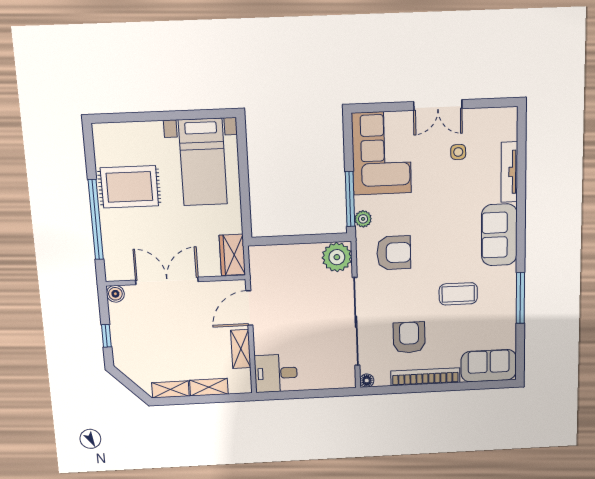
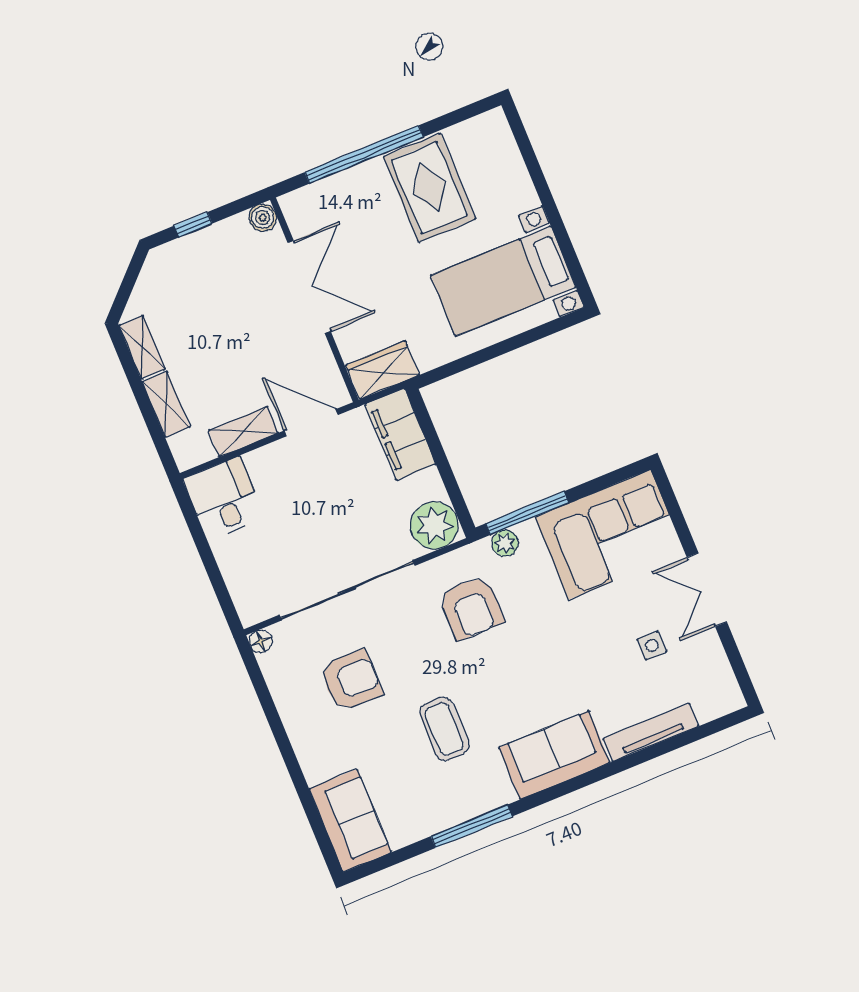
filing cabinet: (275, 258) -> (400, 434), added
bookcase: (425, 377) -> (298, 729), removed

